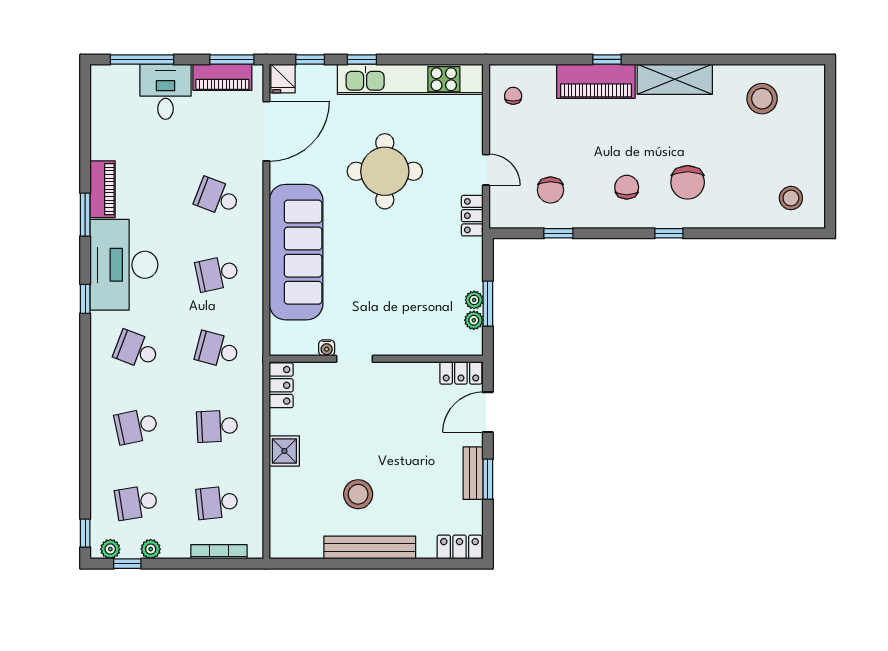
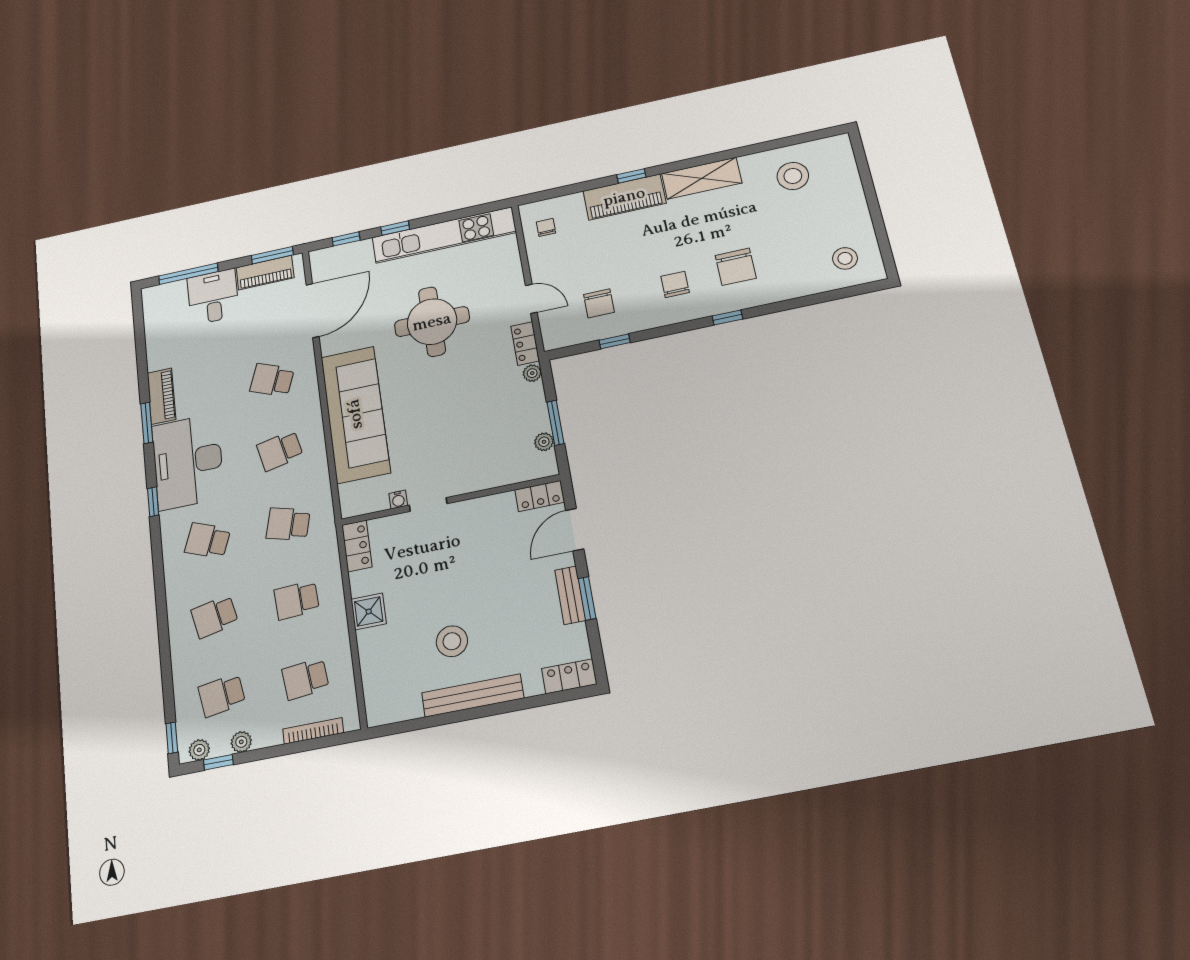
fridge: (283, 79) -> (322, 261), removed
plant: (474, 300) -> (532, 373), moved

